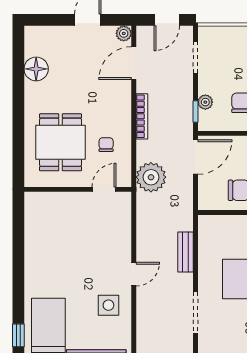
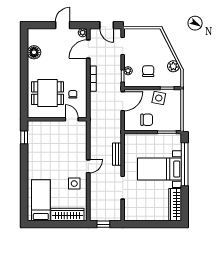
door: (167, 20) -> (107, 25), hinge flipped
dining table: (61, 142) -> (48, 93), turned 90
plant: (151, 177) -> (98, 112), removed
door: (104, 189) -> (72, 119), hinge flipped
window: (18, 335) -> (24, 137), moved

